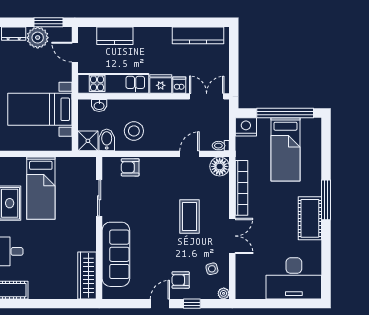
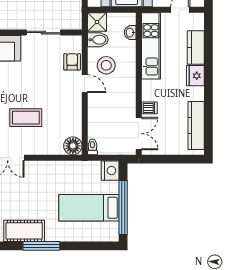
fridge: (161, 84) -> (195, 76), moved, turned 180
door: (189, 154) -> (85, 84), moved
bookcase: (241, 188) -> (53, 166), removed

